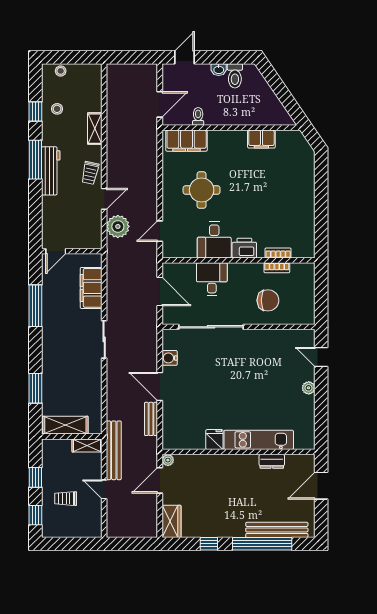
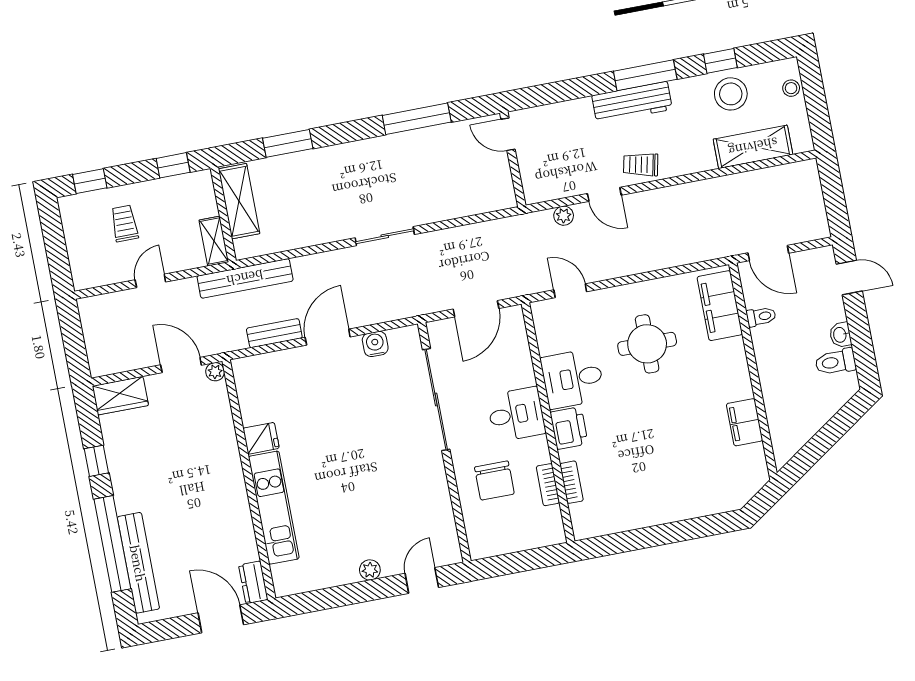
stool: (57, 109) -> (731, 94), width x1.89, depth x1.89
shelving: (95, 129) -> (753, 147), moved, width x1.50, depth x1.33
plant: (118, 226) -> (564, 216), width x0.53, depth x0.53
desk: (212, 279) -> (516, 414), moved
filing cabinet: (91, 288) -> (461, 201), removed
bench: (114, 450) -> (245, 278), moved
dresser: (272, 461) -> (253, 582), moved
window: (35, 477) -> (173, 165), moved

